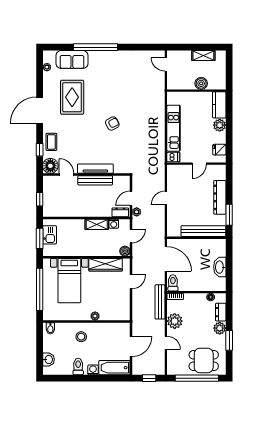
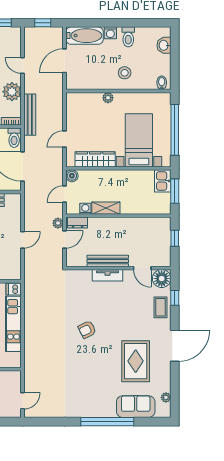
door: (166, 64) -> (23, 401), hinge flipped
tv unit: (95, 169) -> (108, 275), width x0.71
kitchen sink: (50, 235) -> (163, 181), moved

